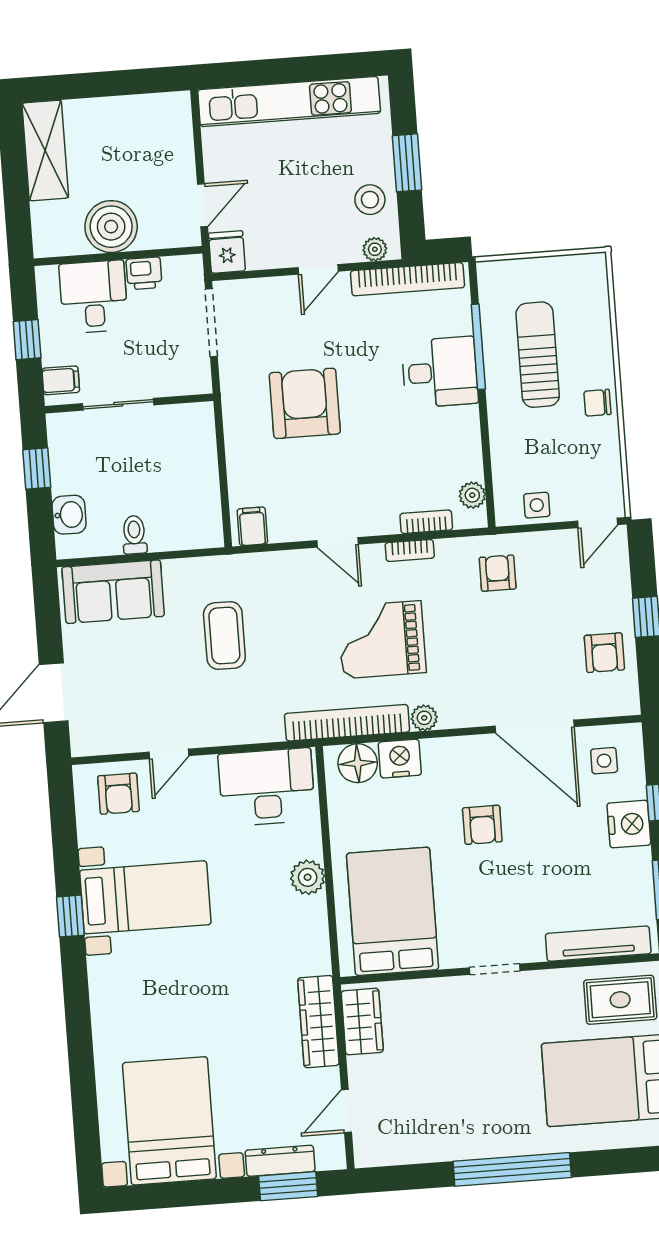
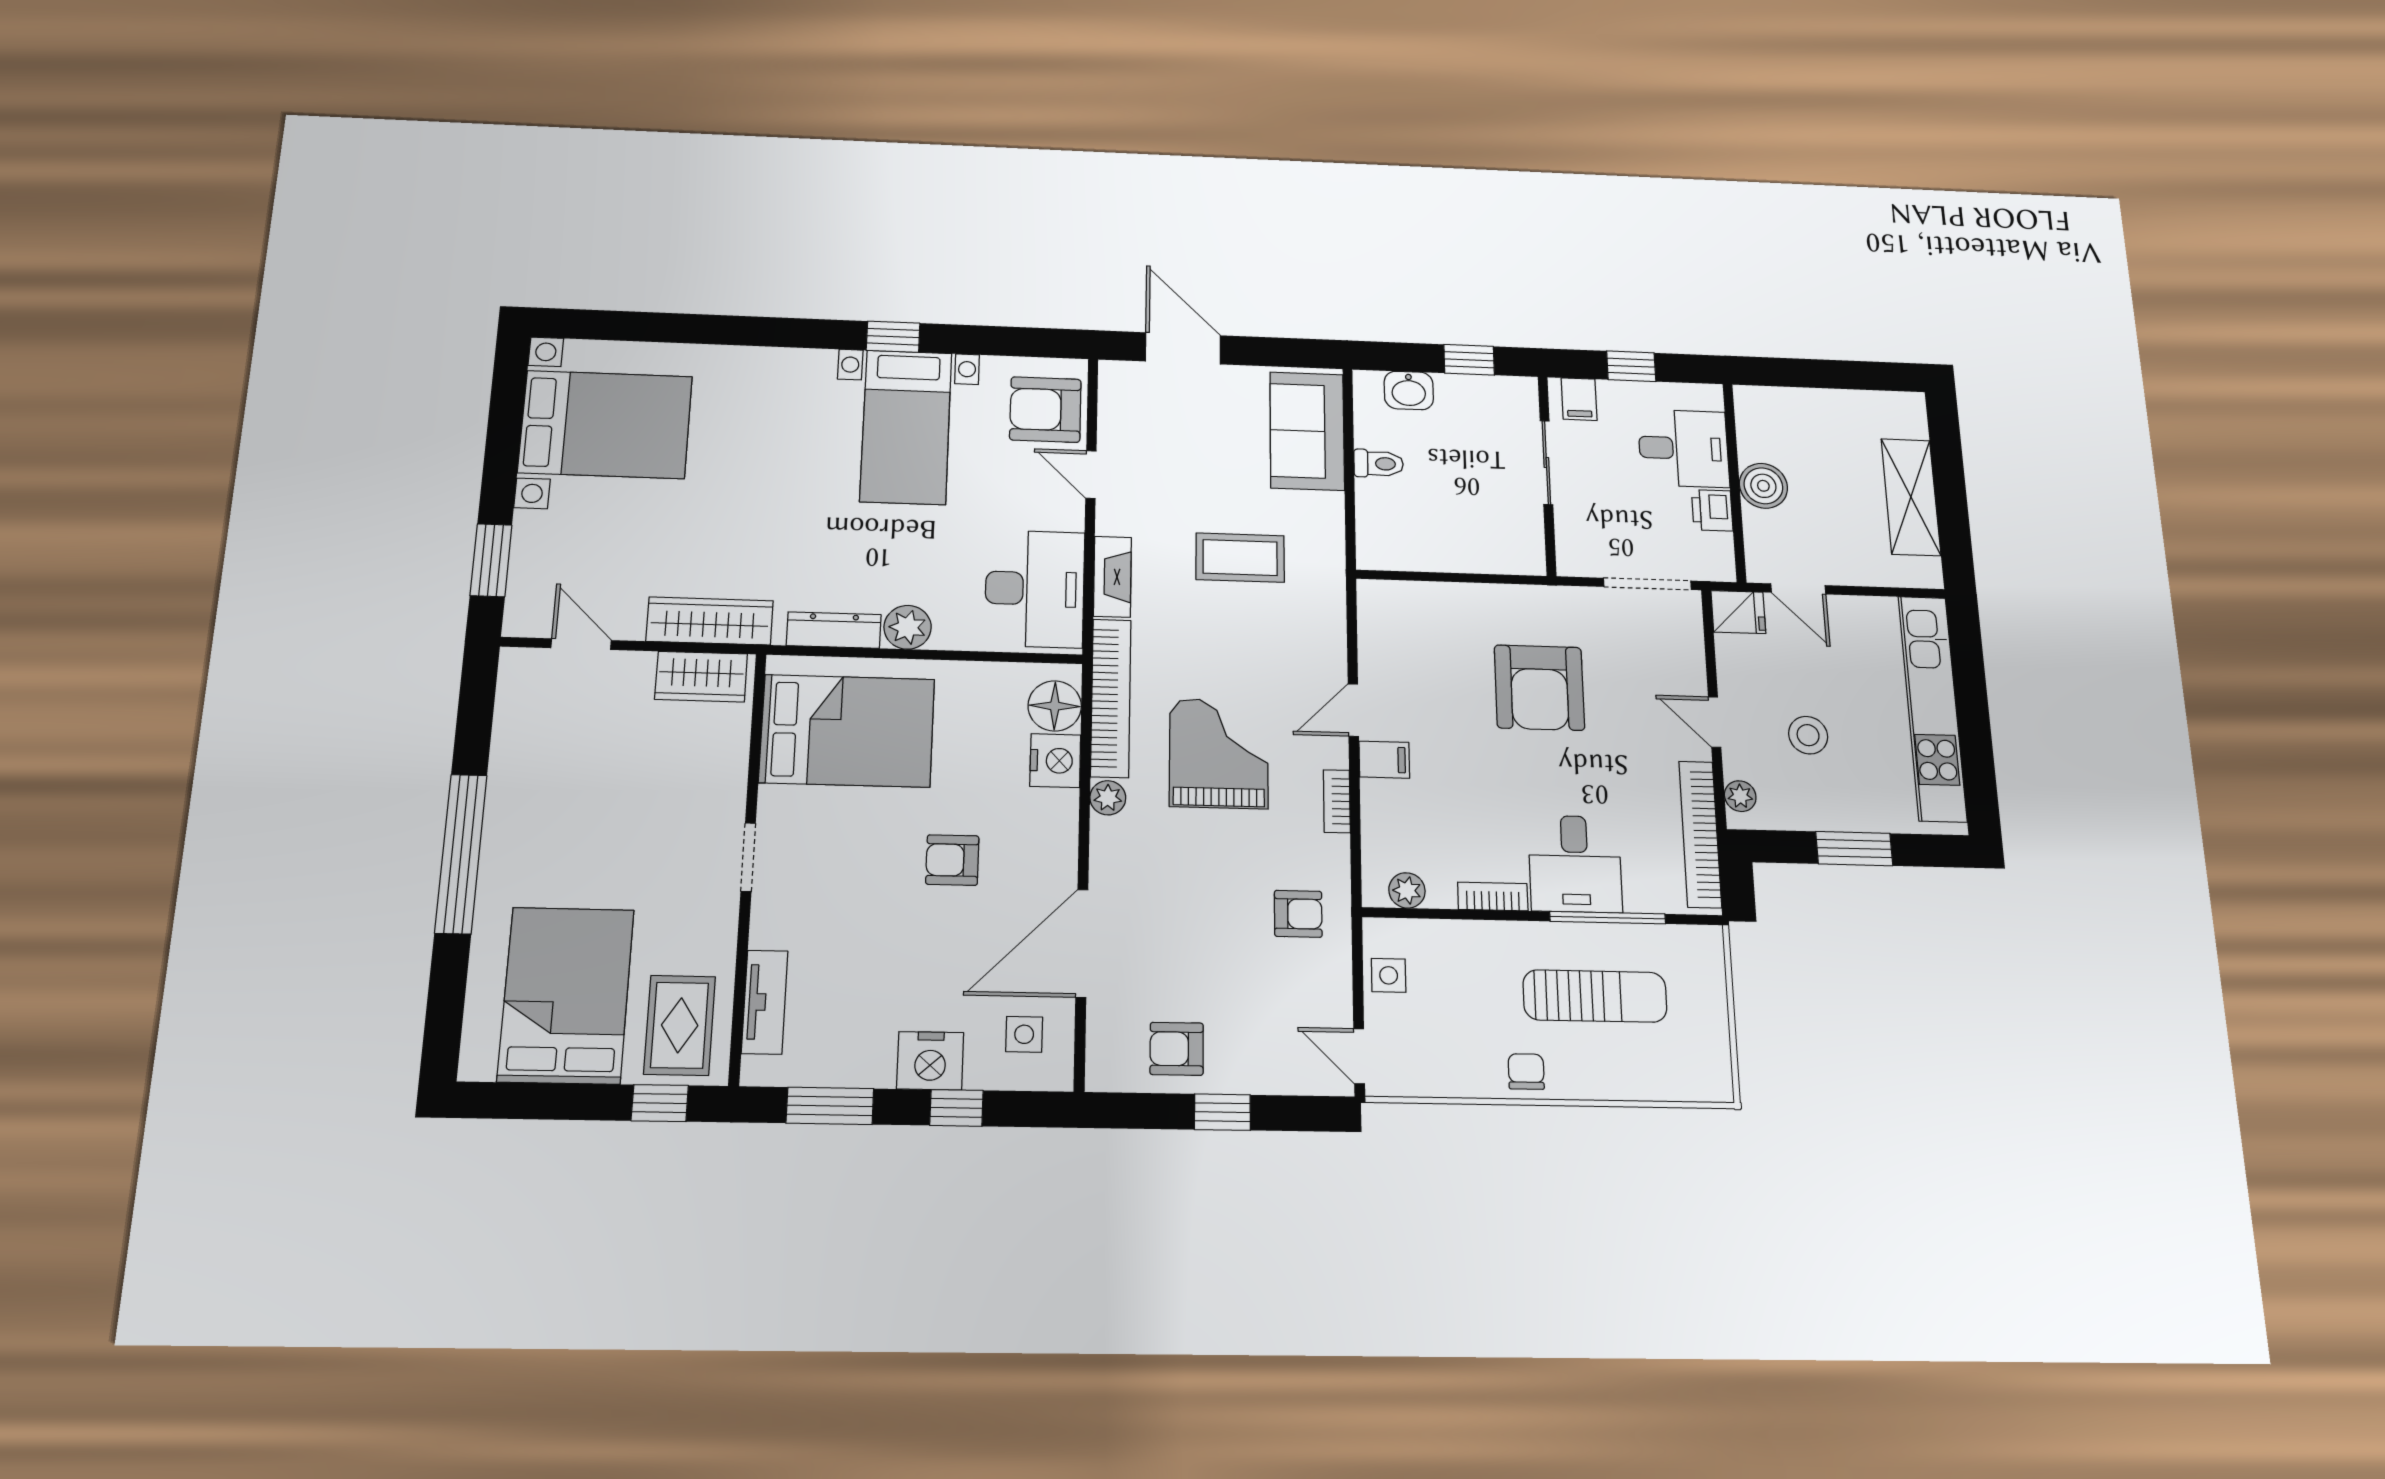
shelving: (45, 150) -> (1911, 497), moved, turned 90
stool: (370, 200) -> (1808, 735), moved
boiler: (111, 227) -> (1763, 486), width x0.73, depth x0.73
armchair: (305, 403) -> (1539, 688), turned 90
bookcase: (426, 522) -> (1493, 896), moved, turned -90
filing cabinet: (252, 526) -> (1384, 760), moved
fireplace: (251, 730) -> (1112, 577), added
armchair: (118, 794) -> (1045, 410), width x1.38, depth x1.38
tv unit: (598, 944) -> (765, 1002), width x0.71
dresser: (280, 1161) -> (834, 630), moved, turned -90

